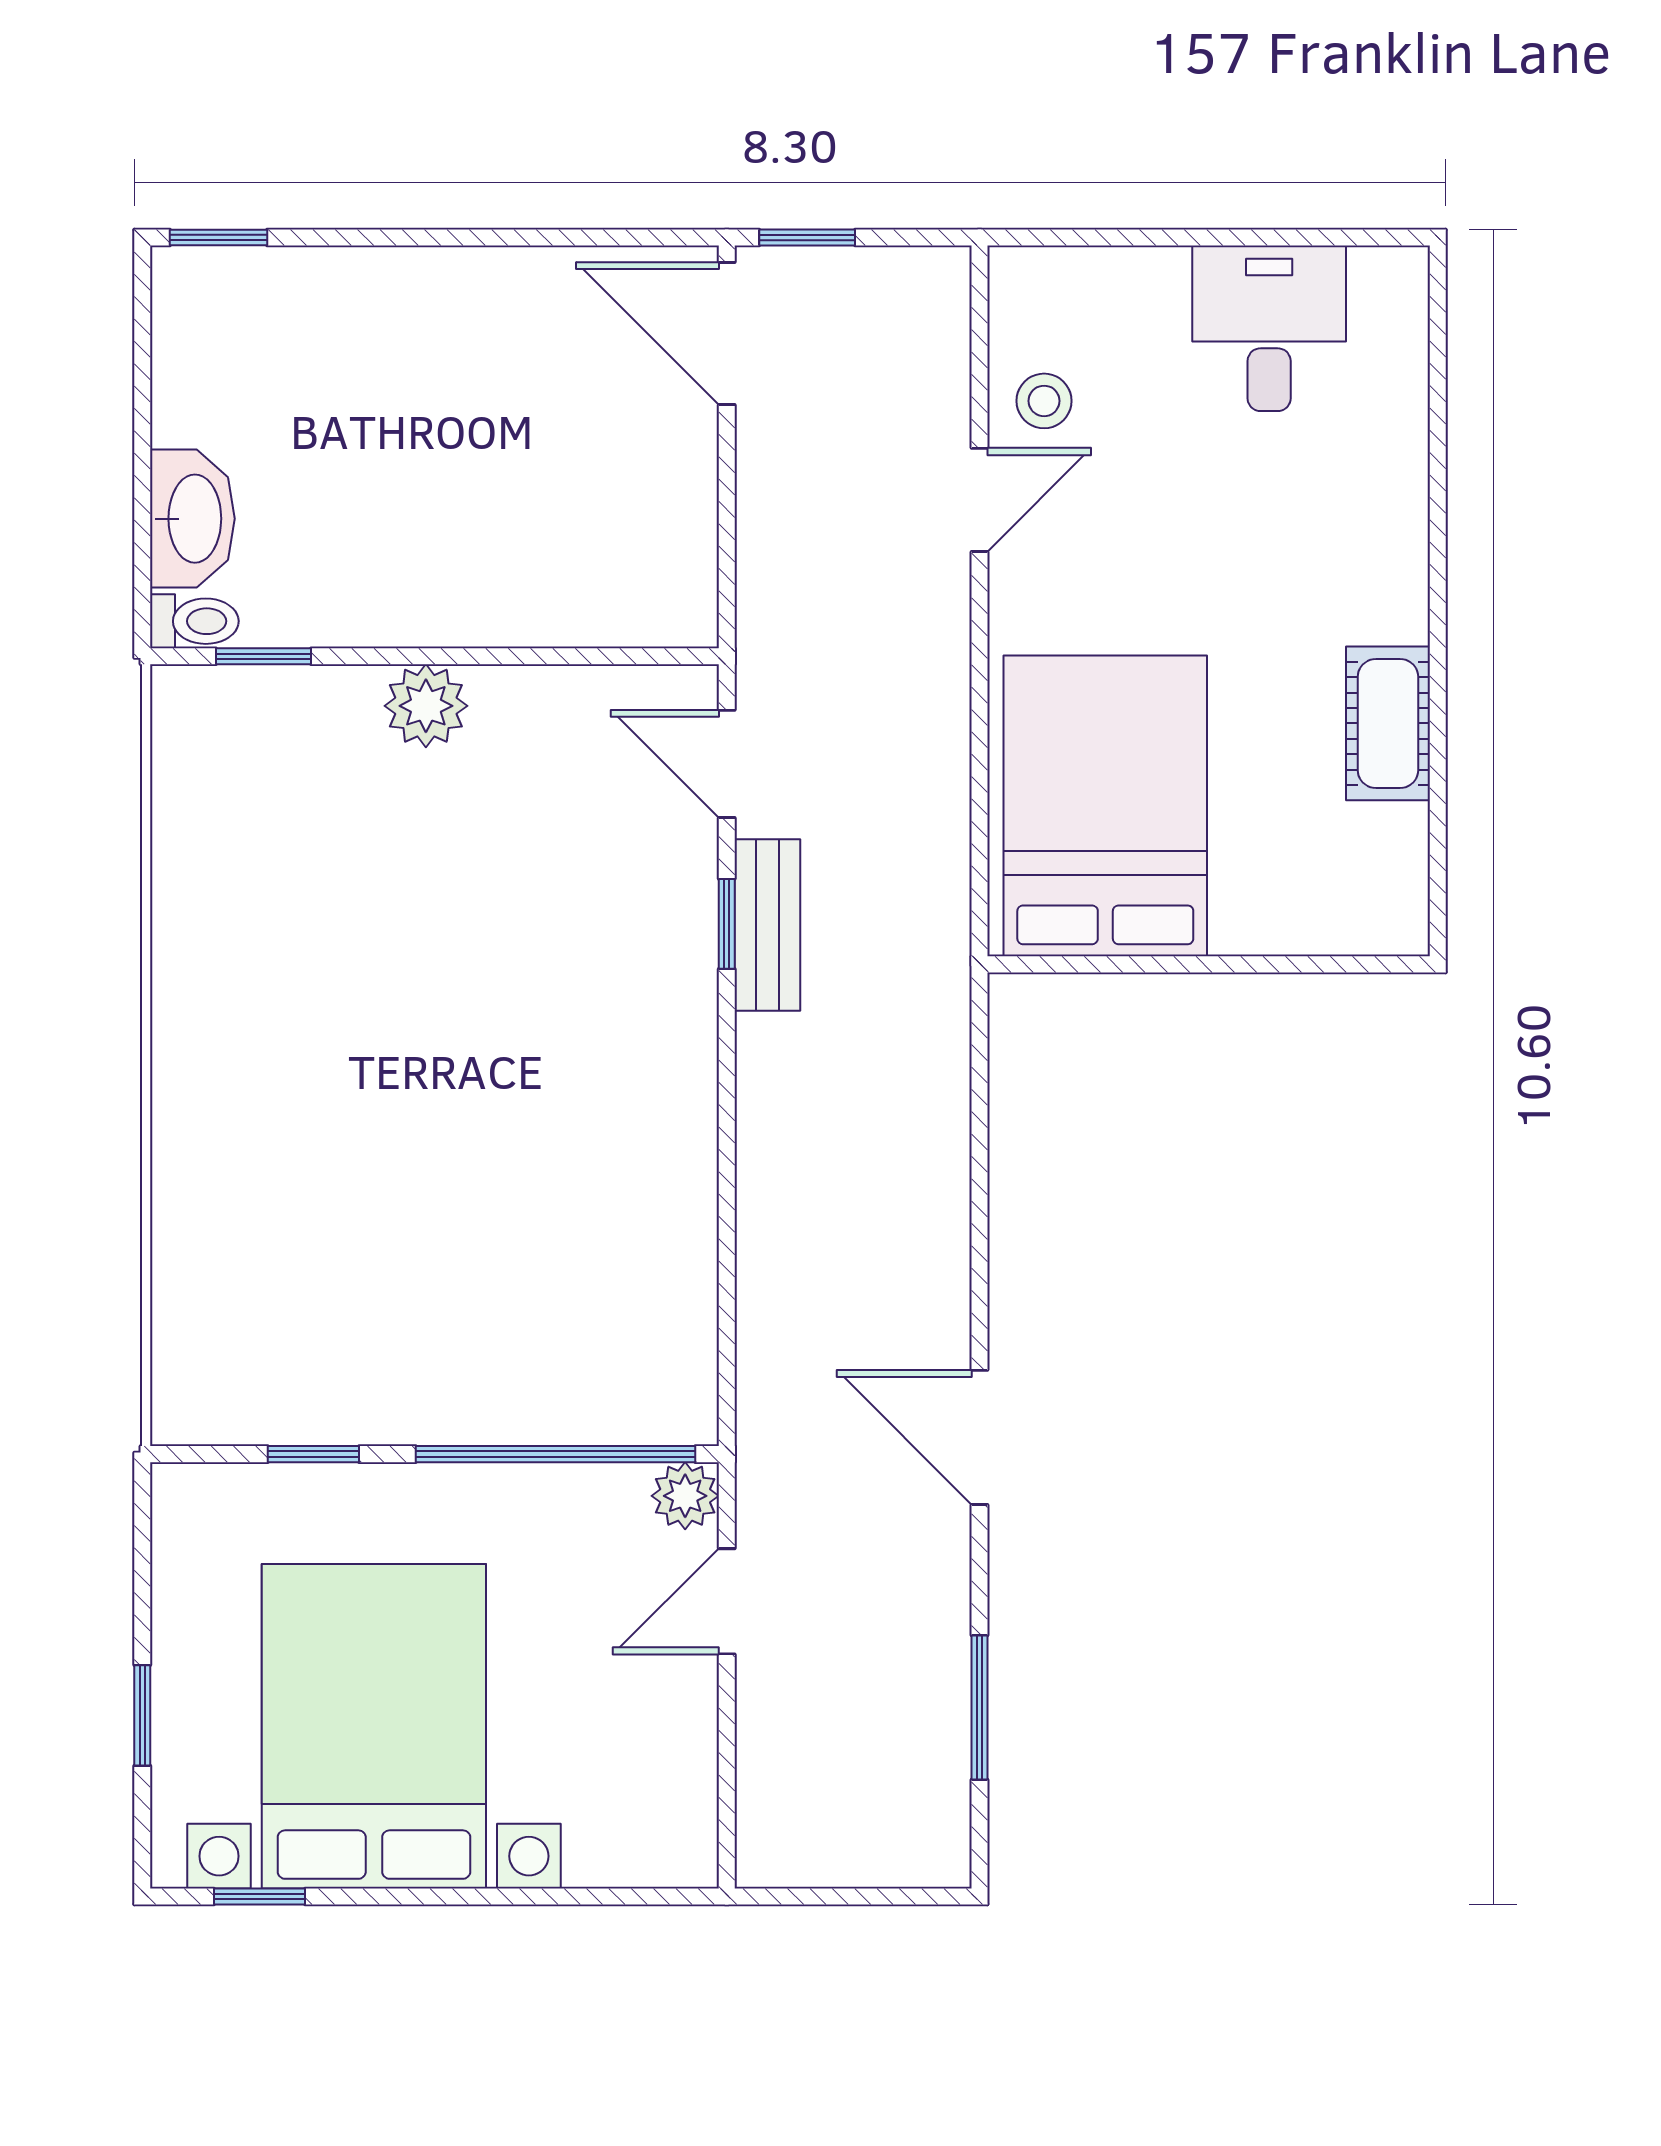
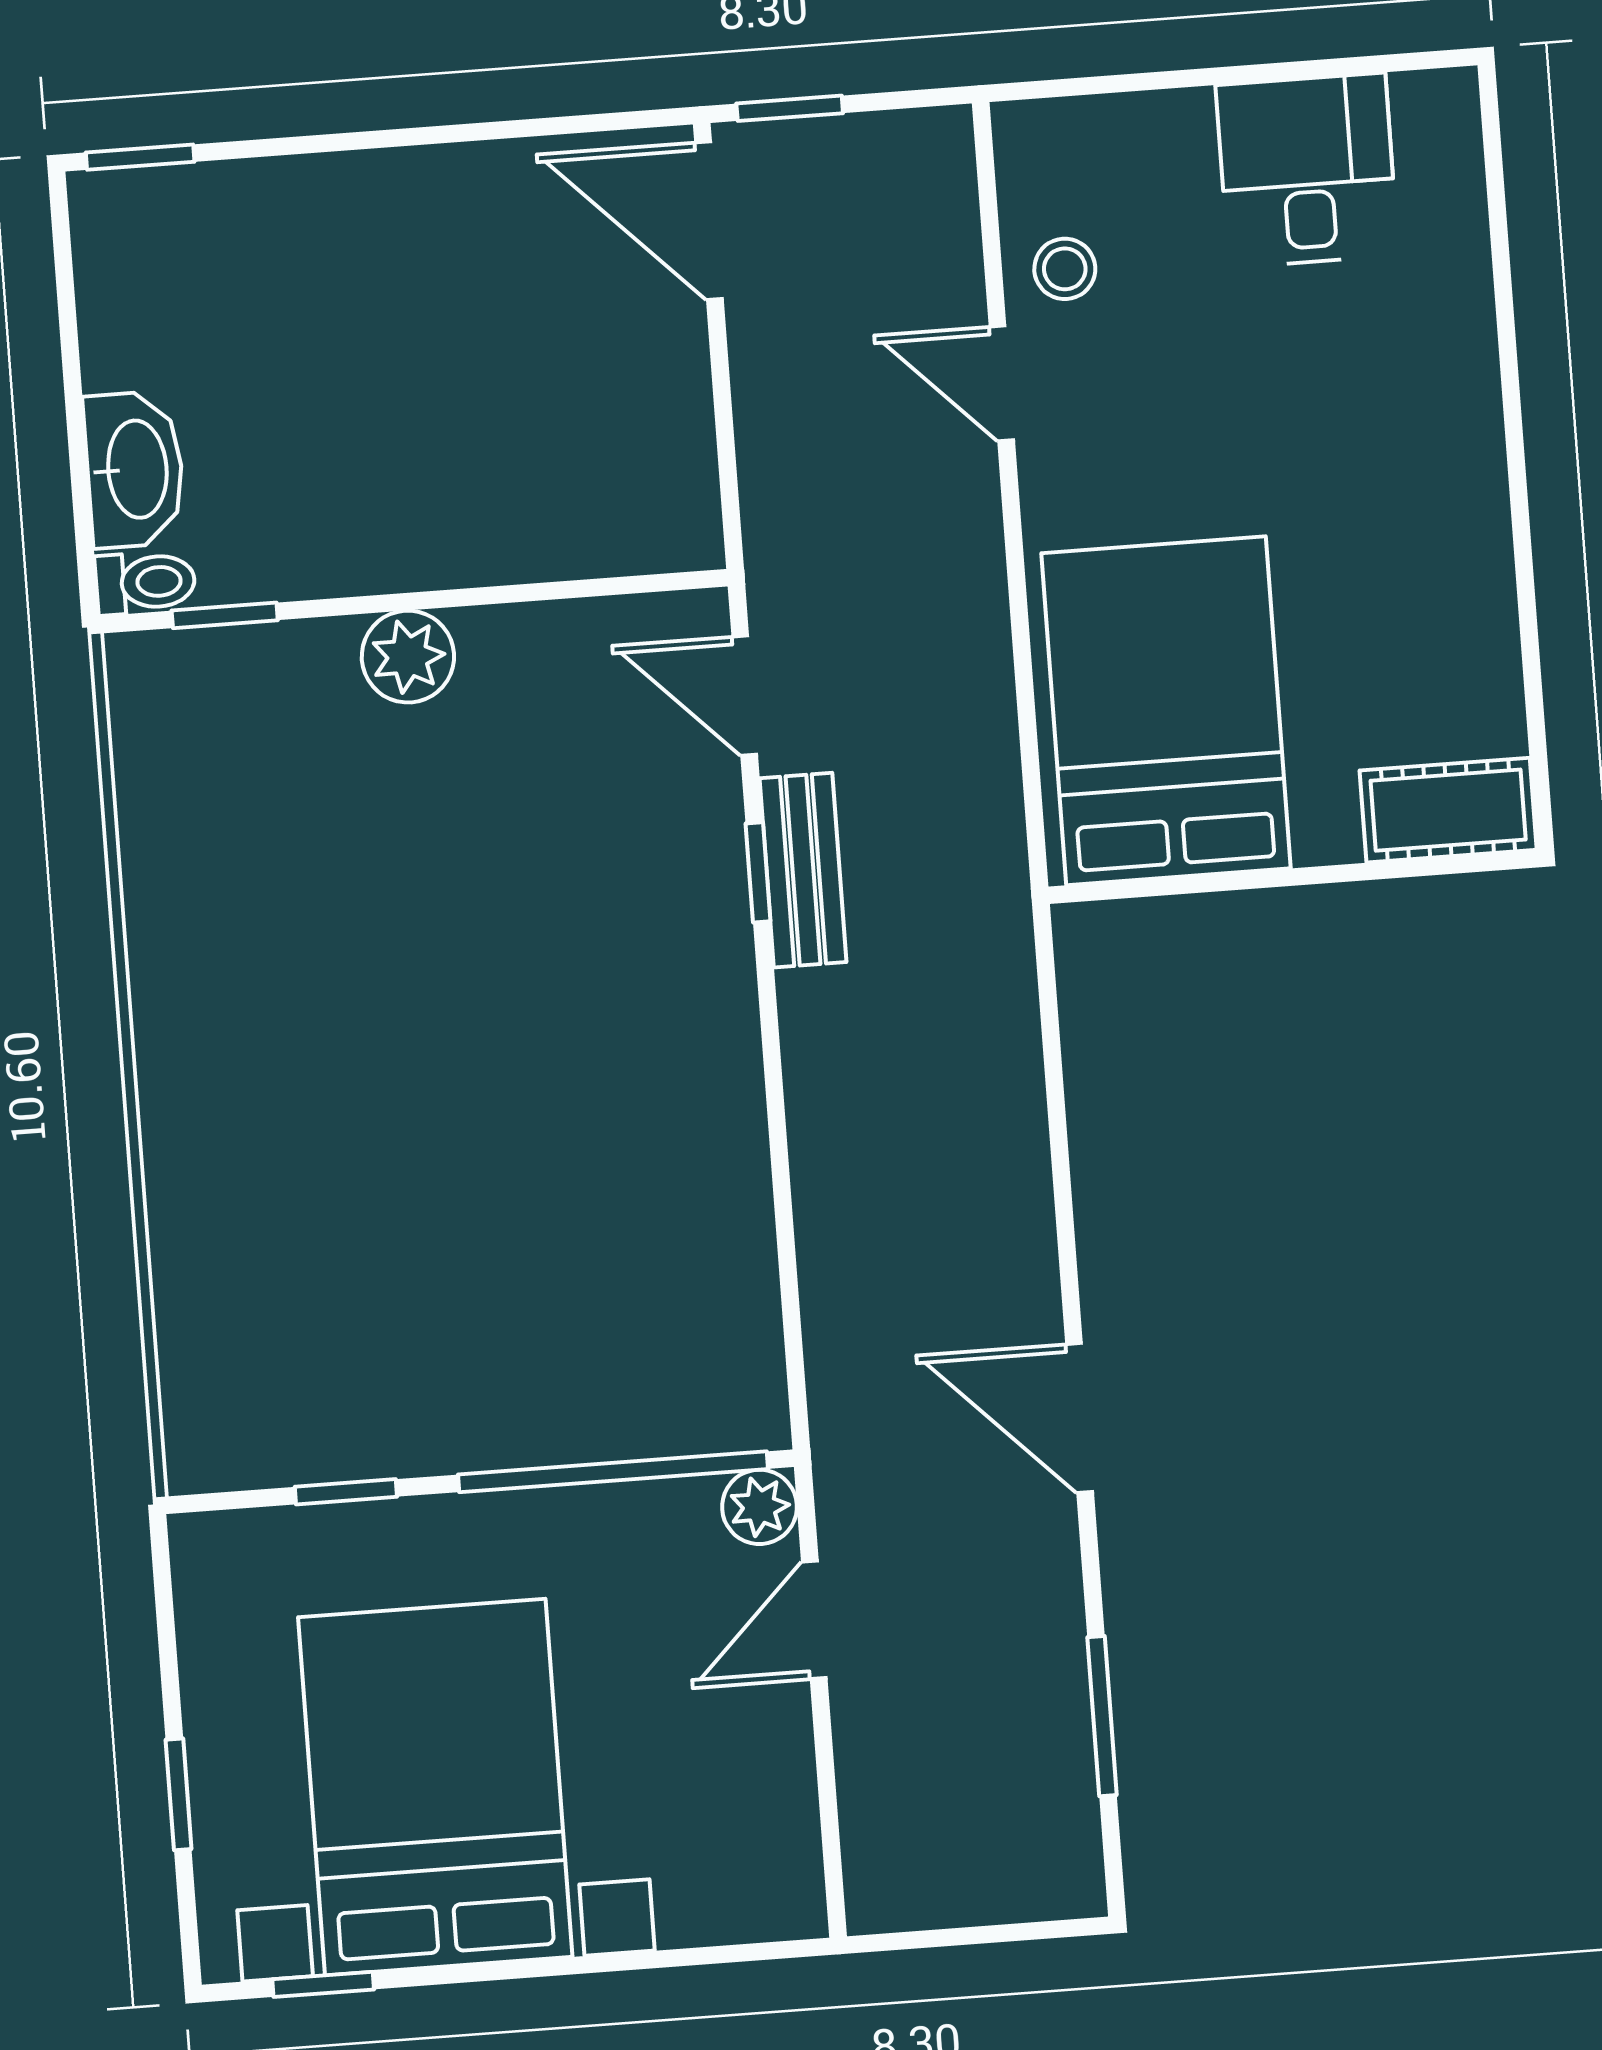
door: (980, 500) -> (1002, 383), swing flipped
cot: (1388, 723) -> (1448, 810), moved, turned 90

